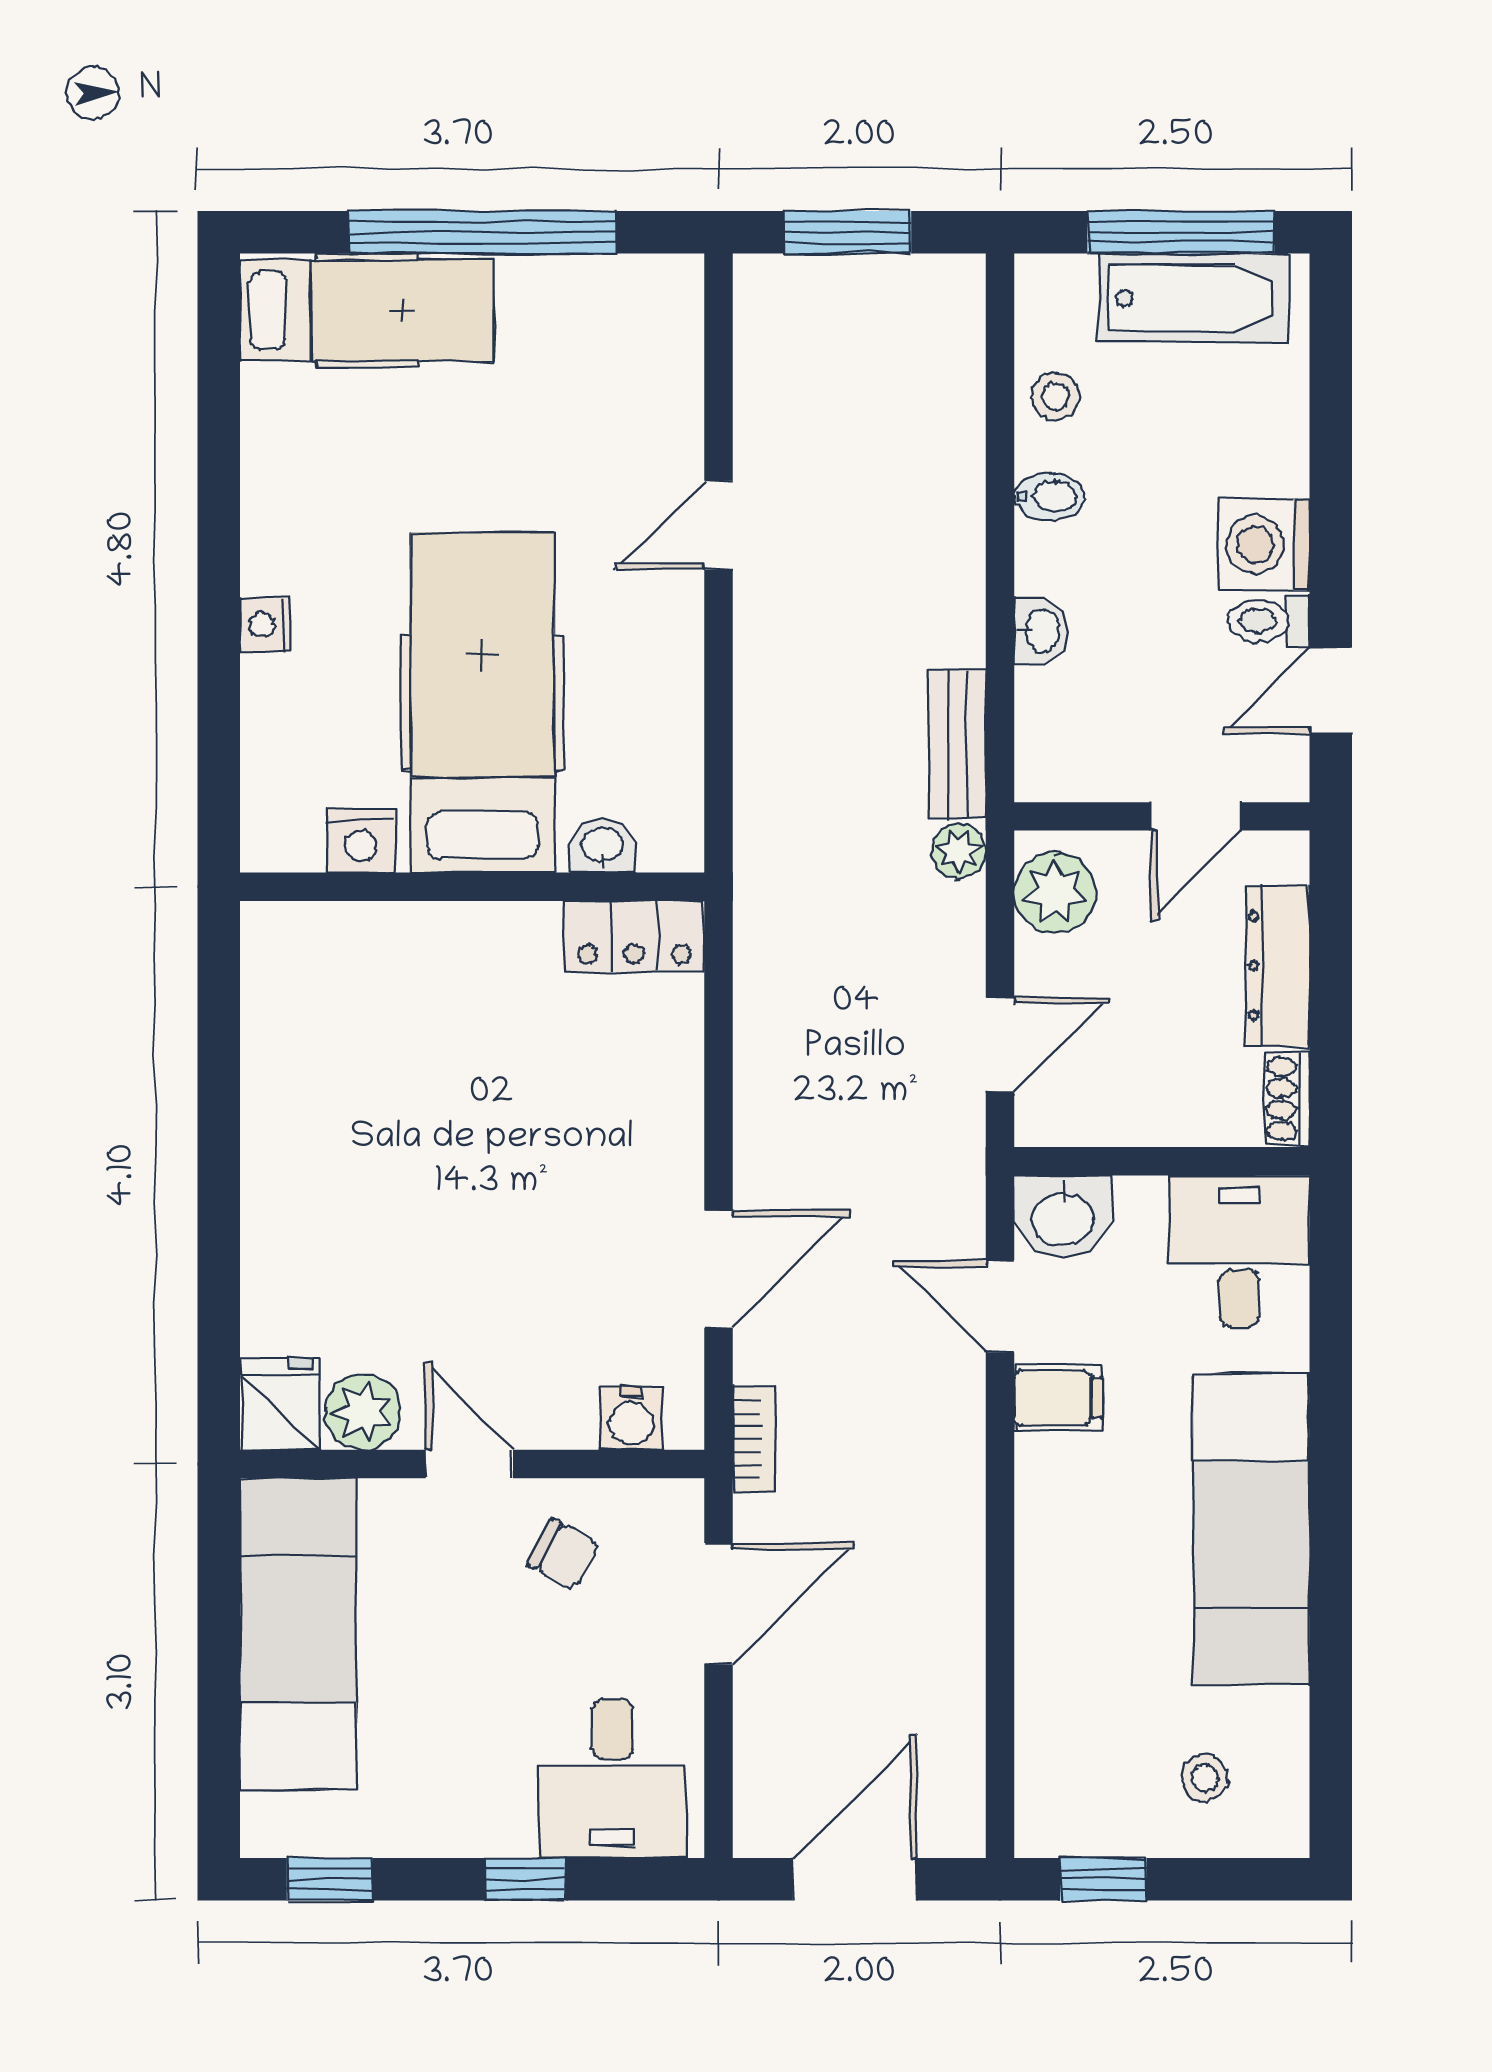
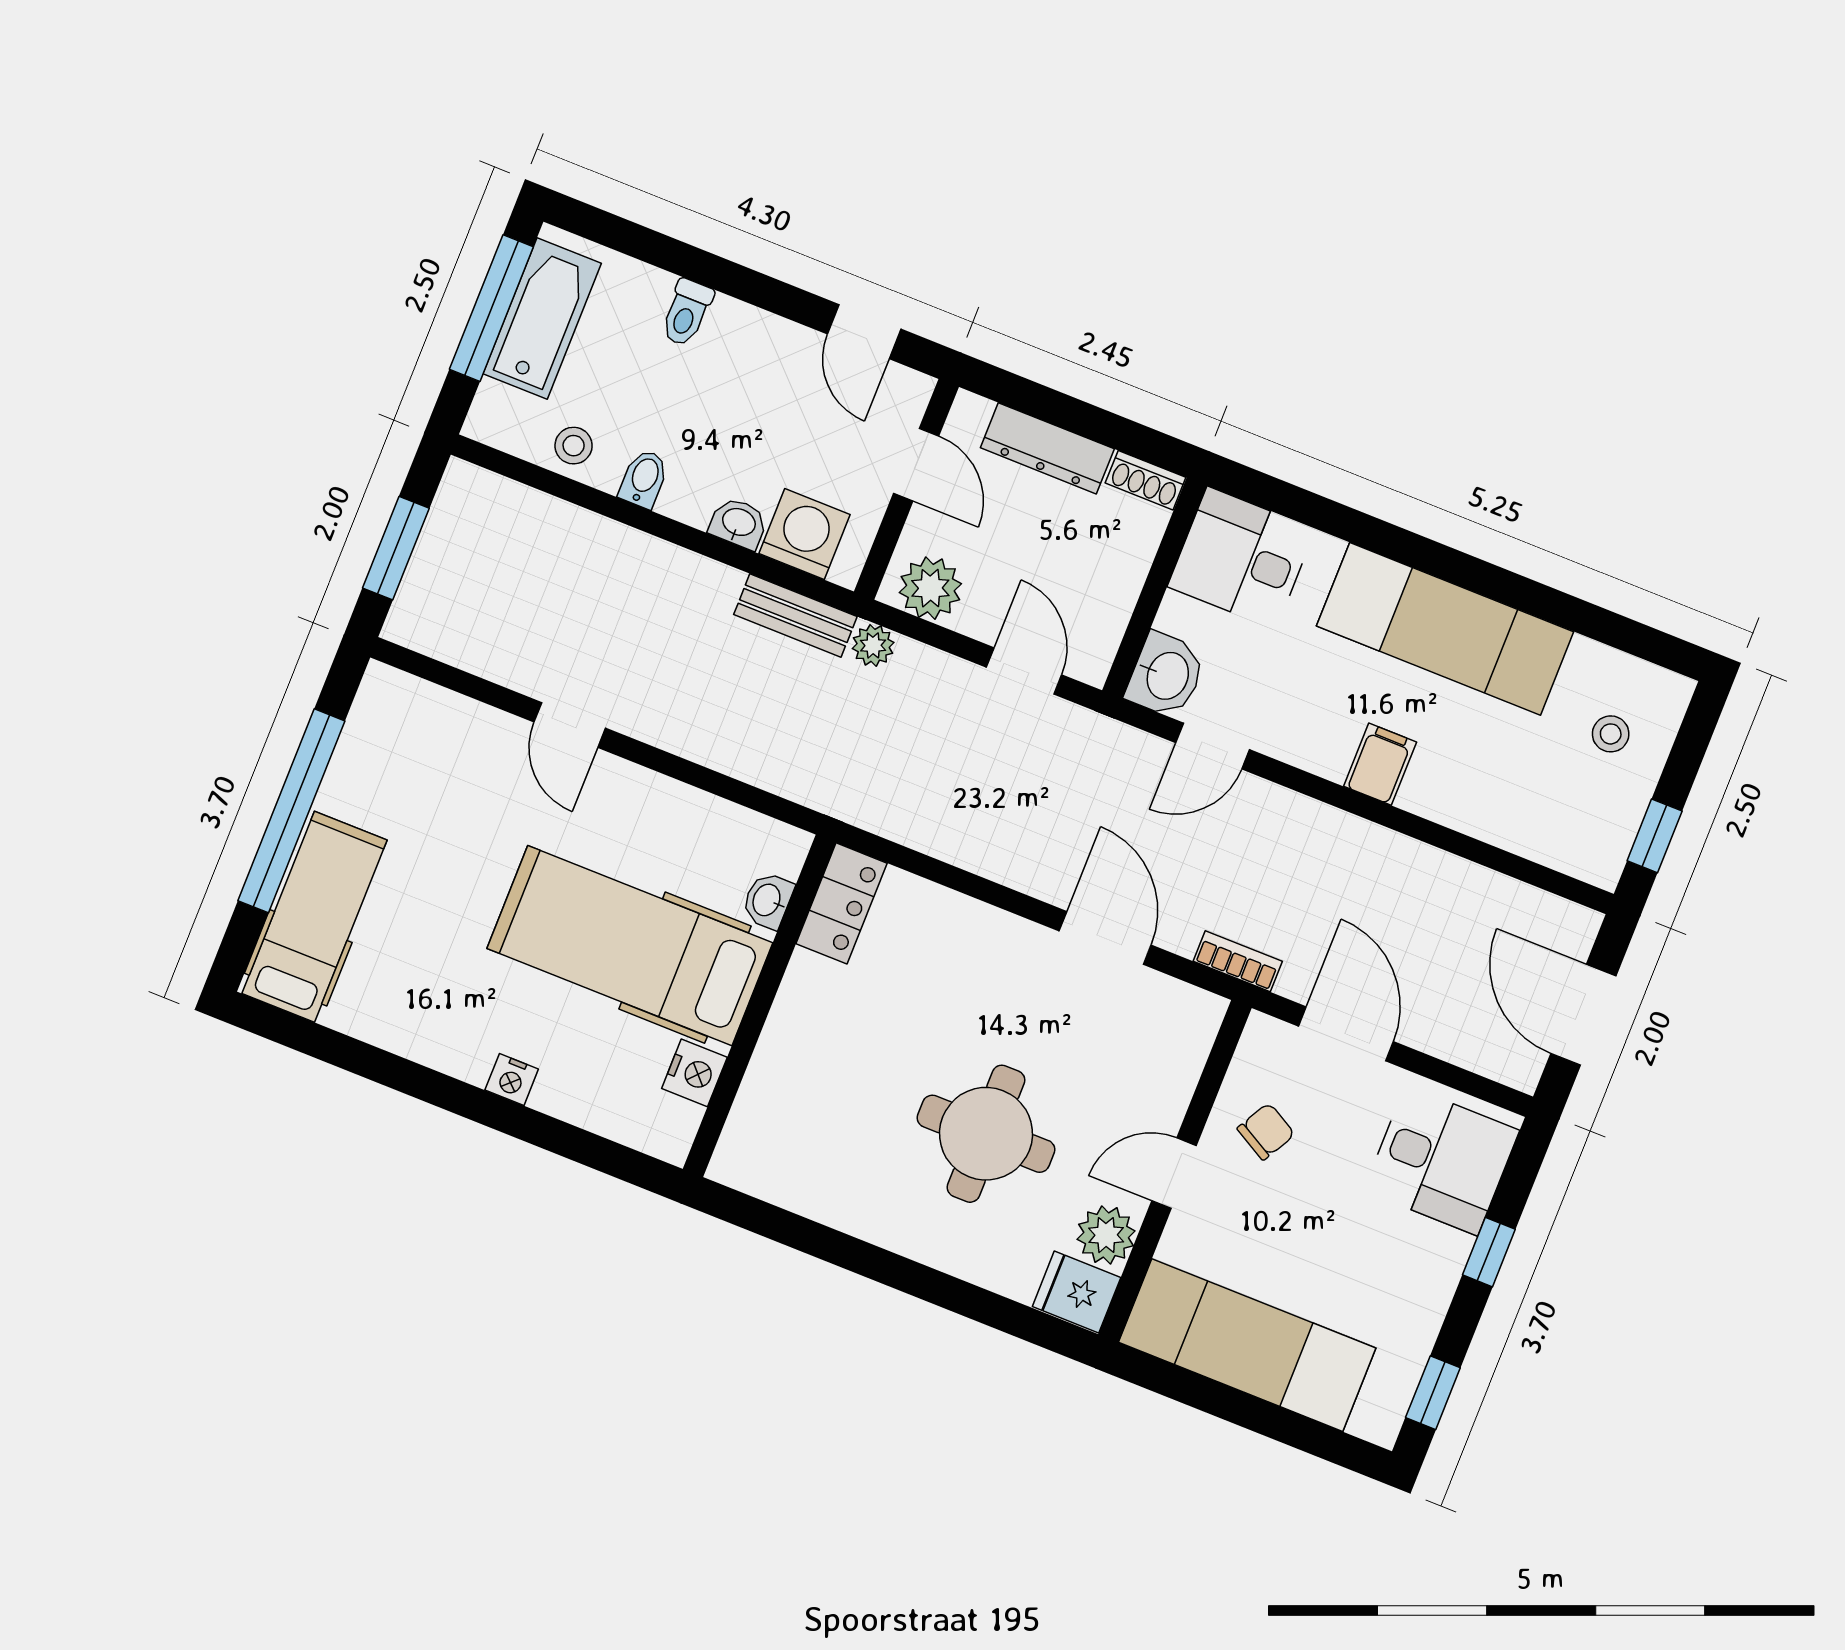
washing machine: (1264, 545) -> (804, 534), moved, turned 180
toilet: (1269, 621) -> (687, 313), moved
round table: (427, 1220) -> (986, 1134), added
filing cabinet: (1058, 1398) -> (1380, 764), moved
water cooler: (631, 1418) -> (1188, 1043), removed

